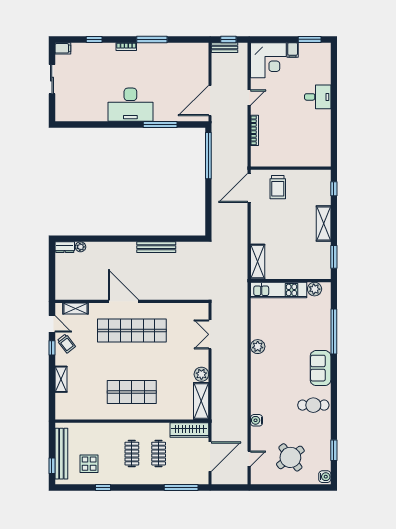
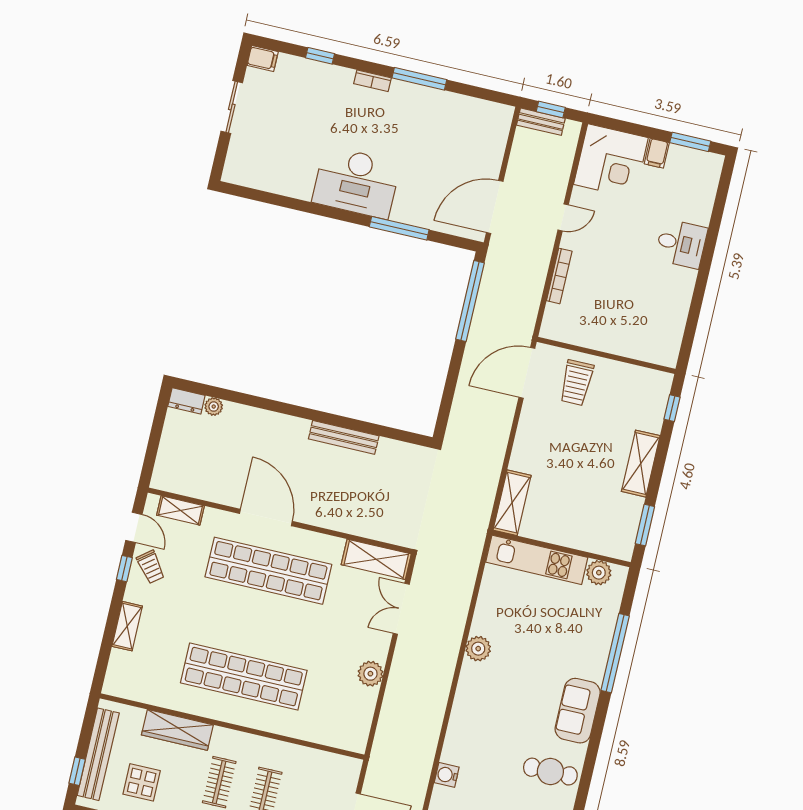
shop shelf: (132, 392) -> (244, 677), width x1.40
shelving: (201, 401) -> (376, 559), moved, turned 90
wardrobe: (189, 430) -> (177, 730), moved

